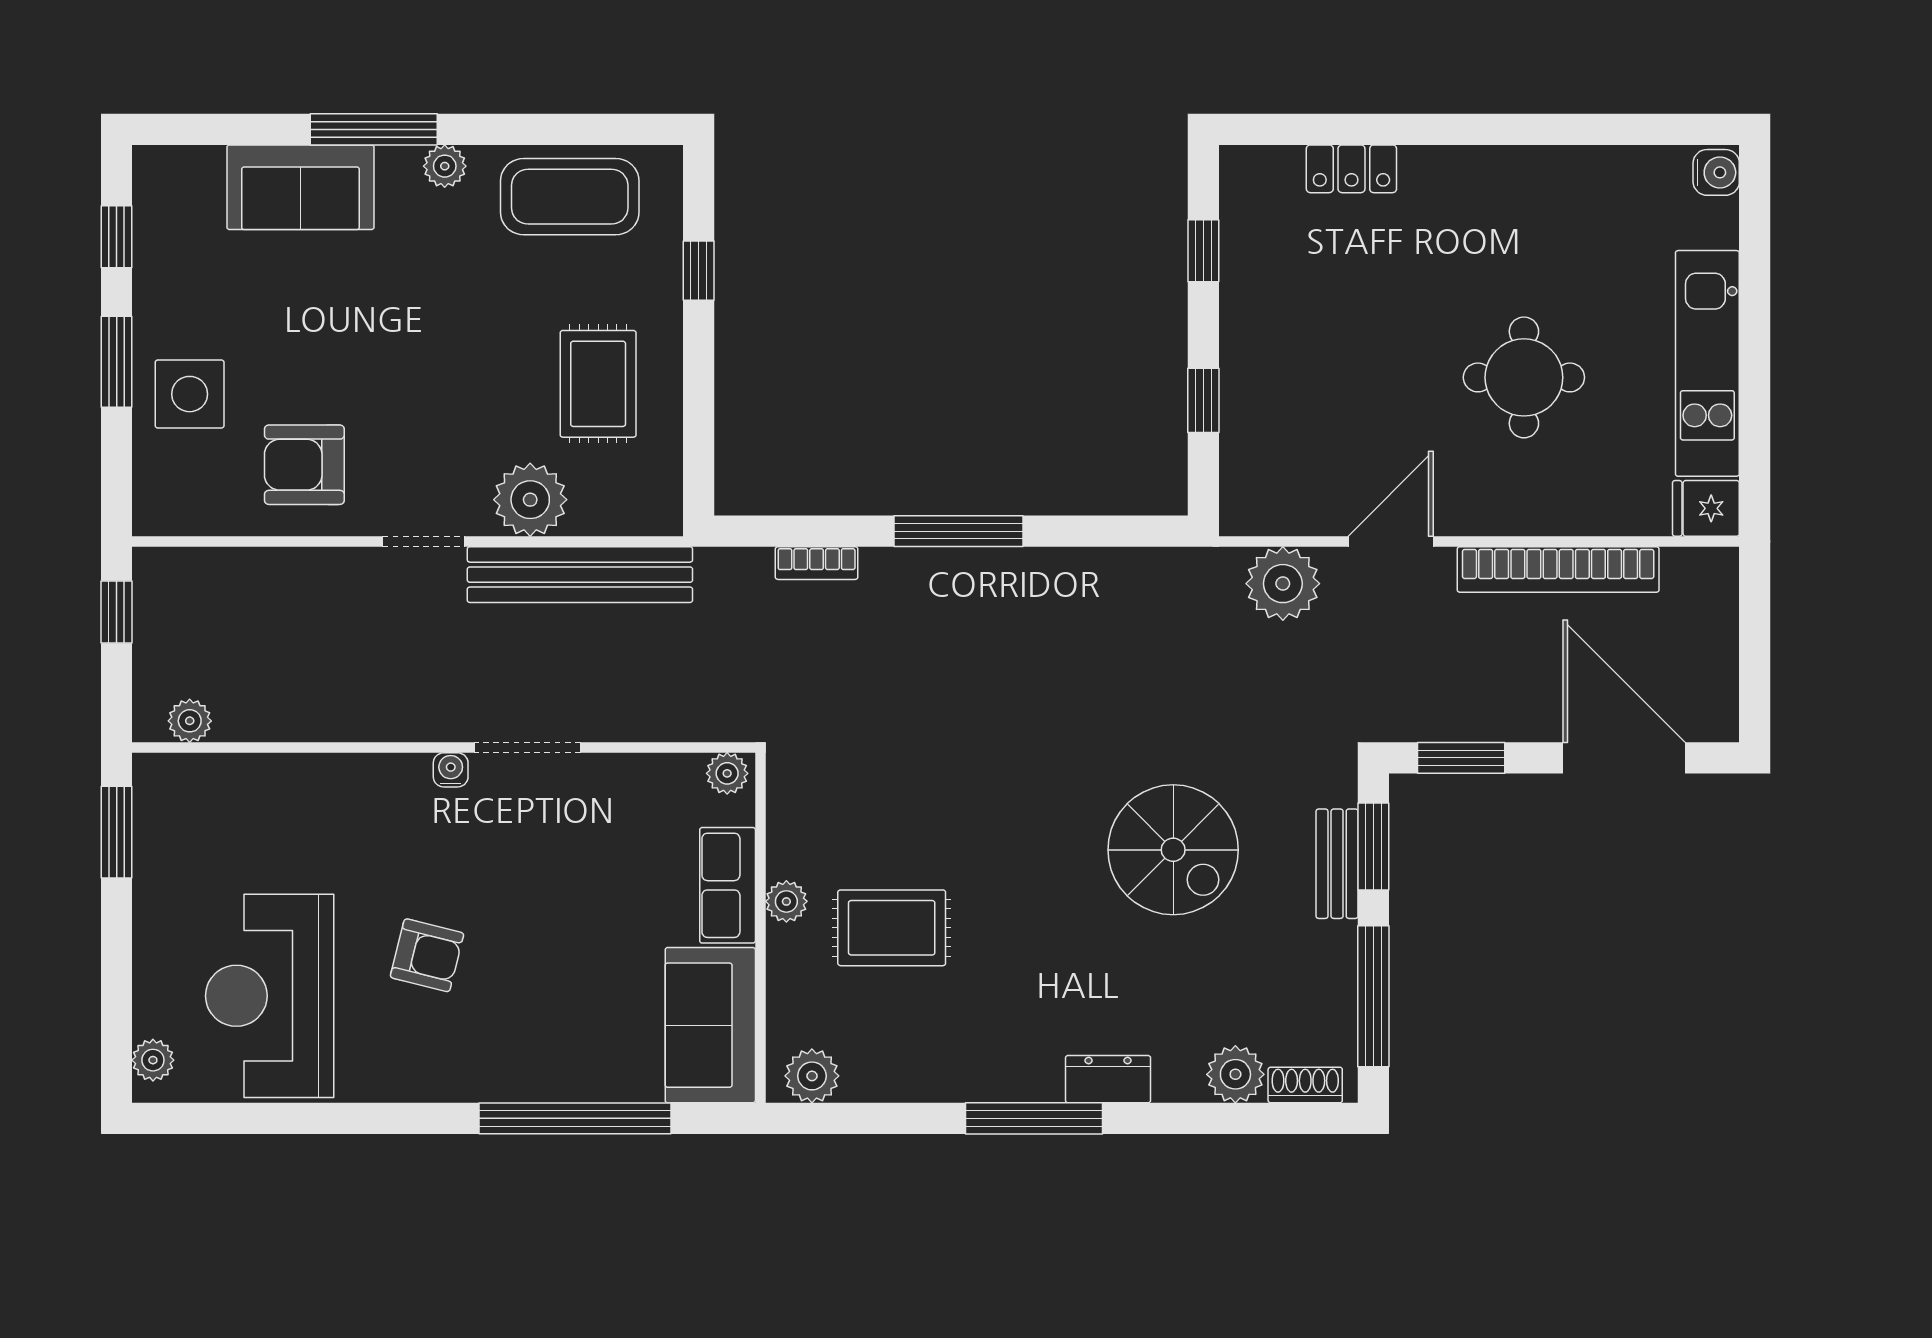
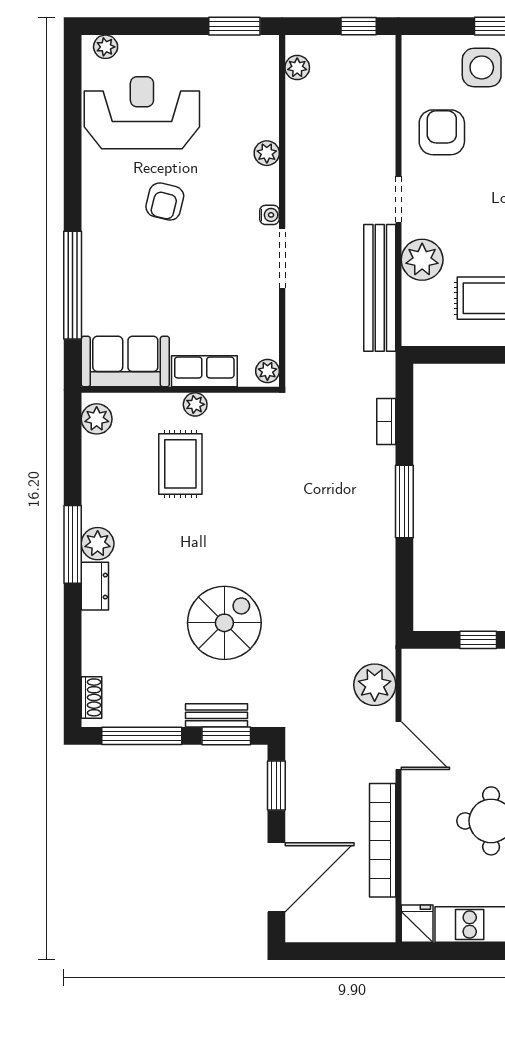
plant: (341, 775) -> (267, 153), added
spiral stairs: (1173, 850) -> (224, 623), turned 180
plant: (1235, 1074) -> (98, 544), moved

